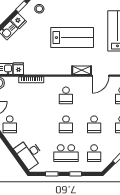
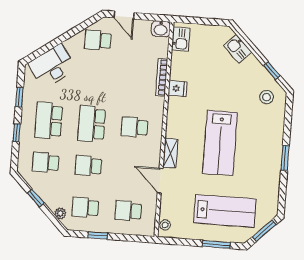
fridge: (19, 21) -> (251, 65), removed
fridge: (18, 69) -> (178, 89), moved
school desk: (66, 124) -> (92, 124), width x1.85

